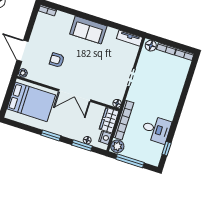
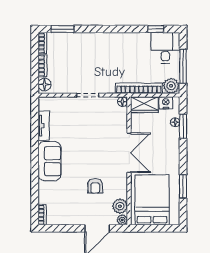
tv unit: (130, 38) -> (44, 126), moved
window: (190, 74) -> (62, 29), added
plant: (34, 75) -> (120, 206), added
desk: (156, 129) -> (165, 48), moved
window: (51, 135) -> (183, 186), moved

